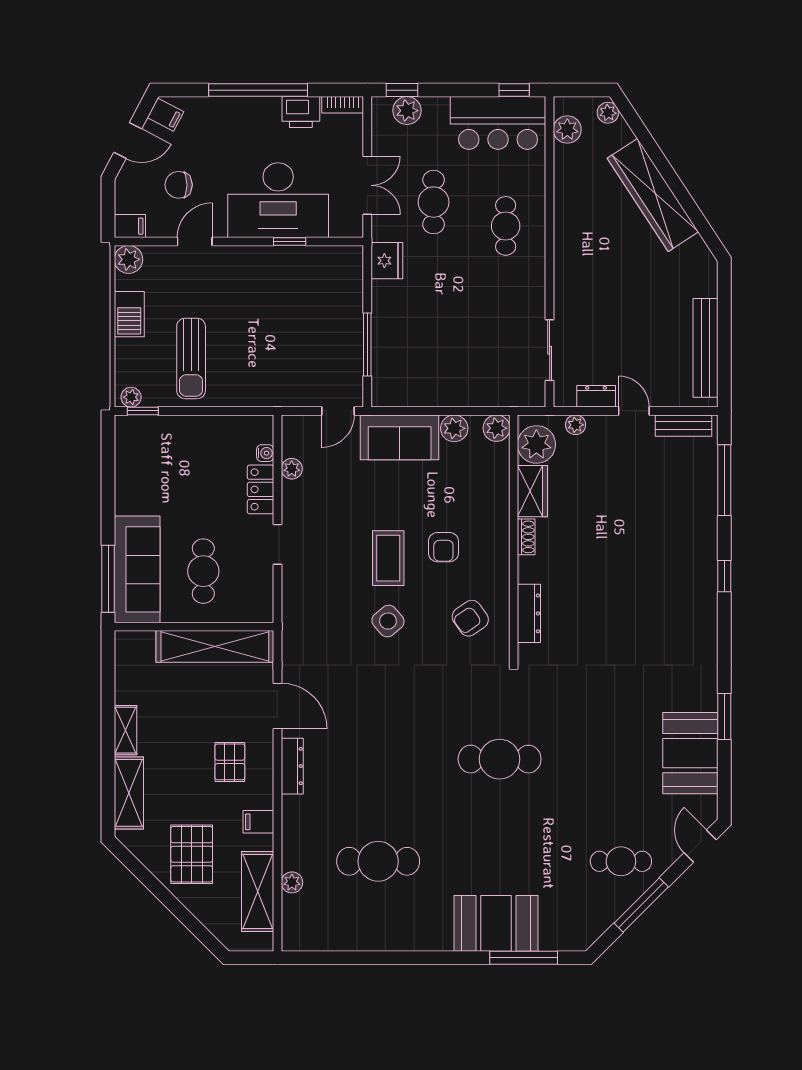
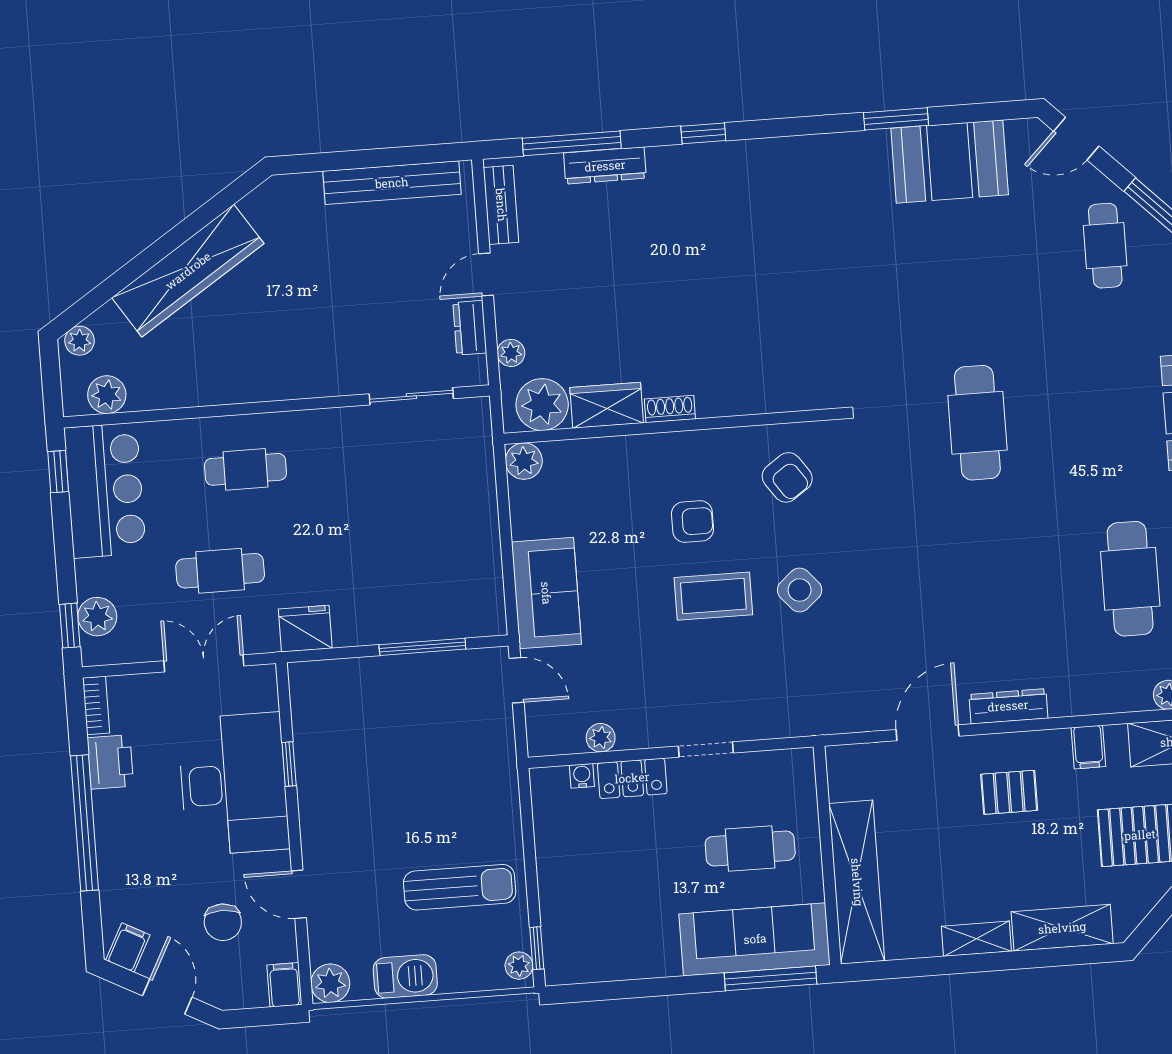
plant: (454, 428) -> (528, 519), removed
dresser: (529, 613) -> (605, 166), moved, turned 180
shelving: (215, 646) -> (857, 882), moved

